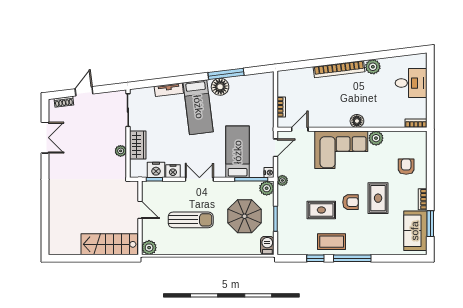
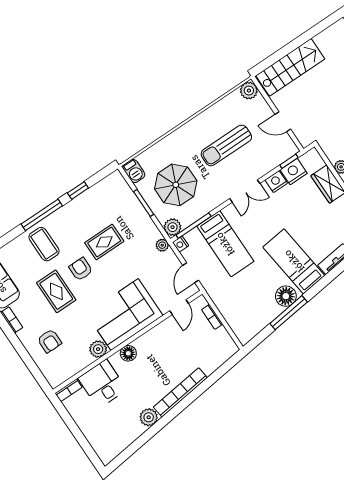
desk: (411, 83) -> (102, 384), moved, turned 90
armchair: (350, 202) -> (81, 269), turned 90
coffee table: (332, 242) -> (44, 244), moved, turned 90

